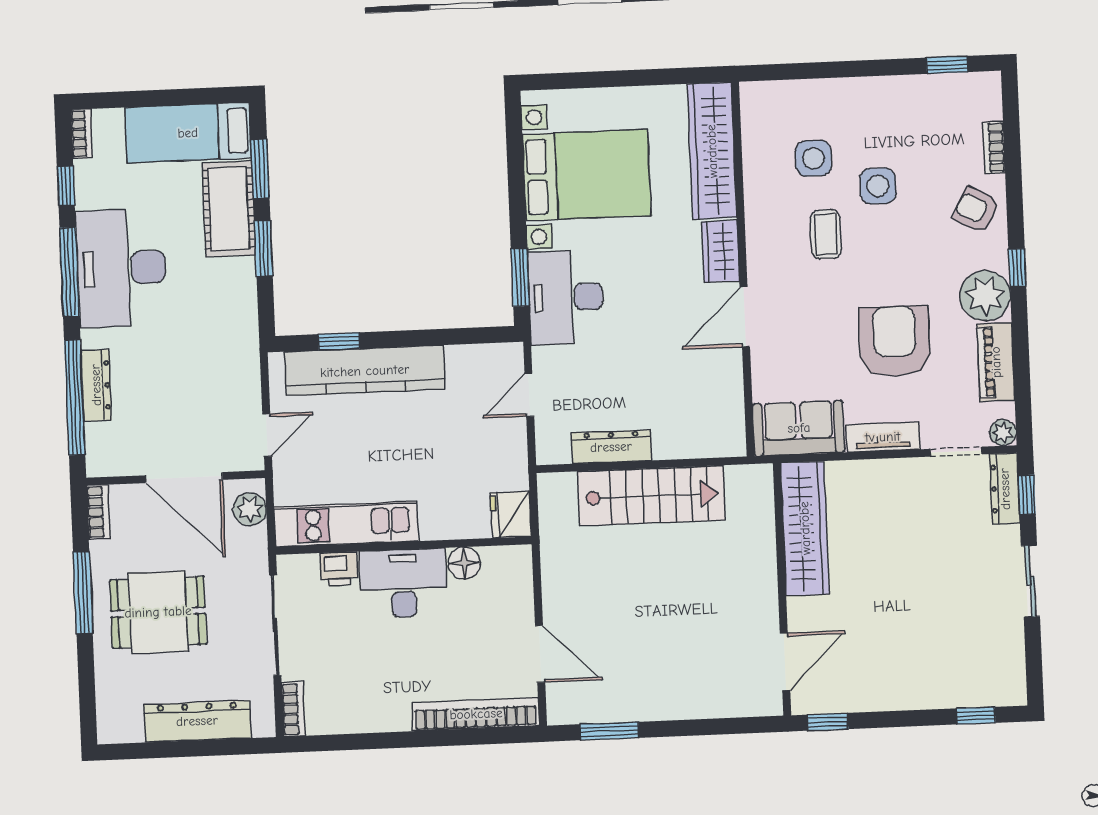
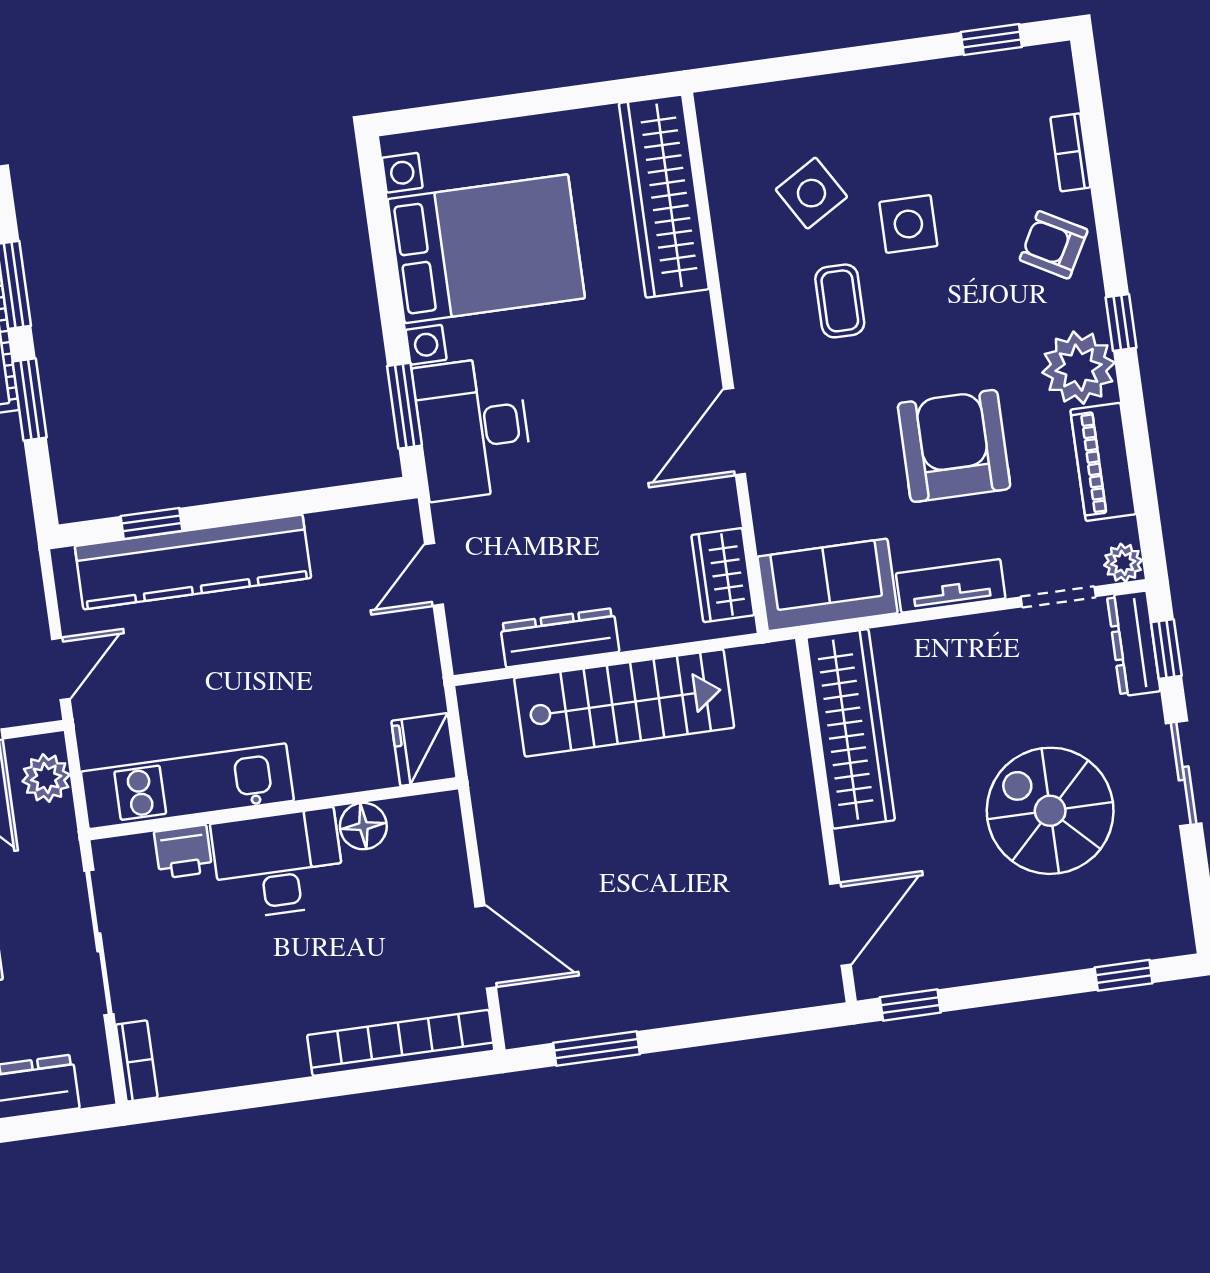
side table: (813, 158) -> (811, 193), turned -31
wardrobe: (721, 251) -> (723, 575), moved
spiral stairs: (936, 598) -> (1050, 811), added

